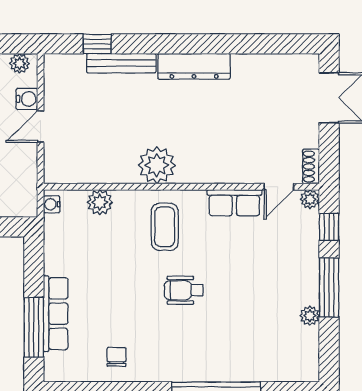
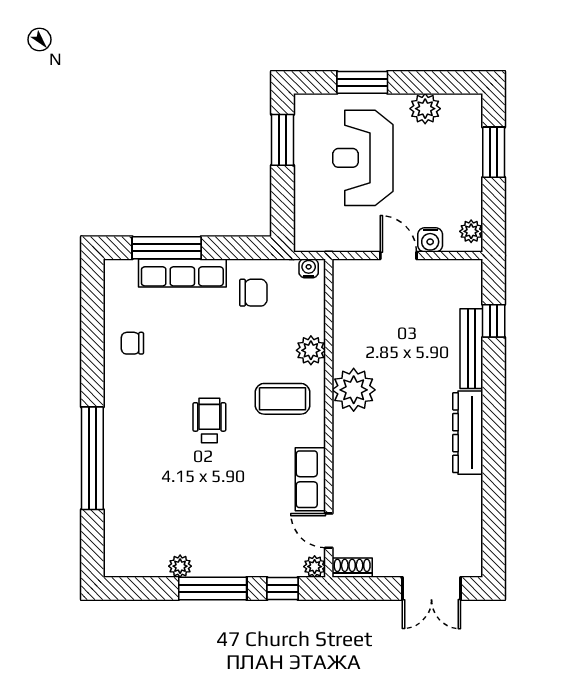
plant: (100, 202) -> (311, 350), moved
chair: (73, 252) -> (253, 293), added
chair: (116, 357) -> (132, 343), turned 180

